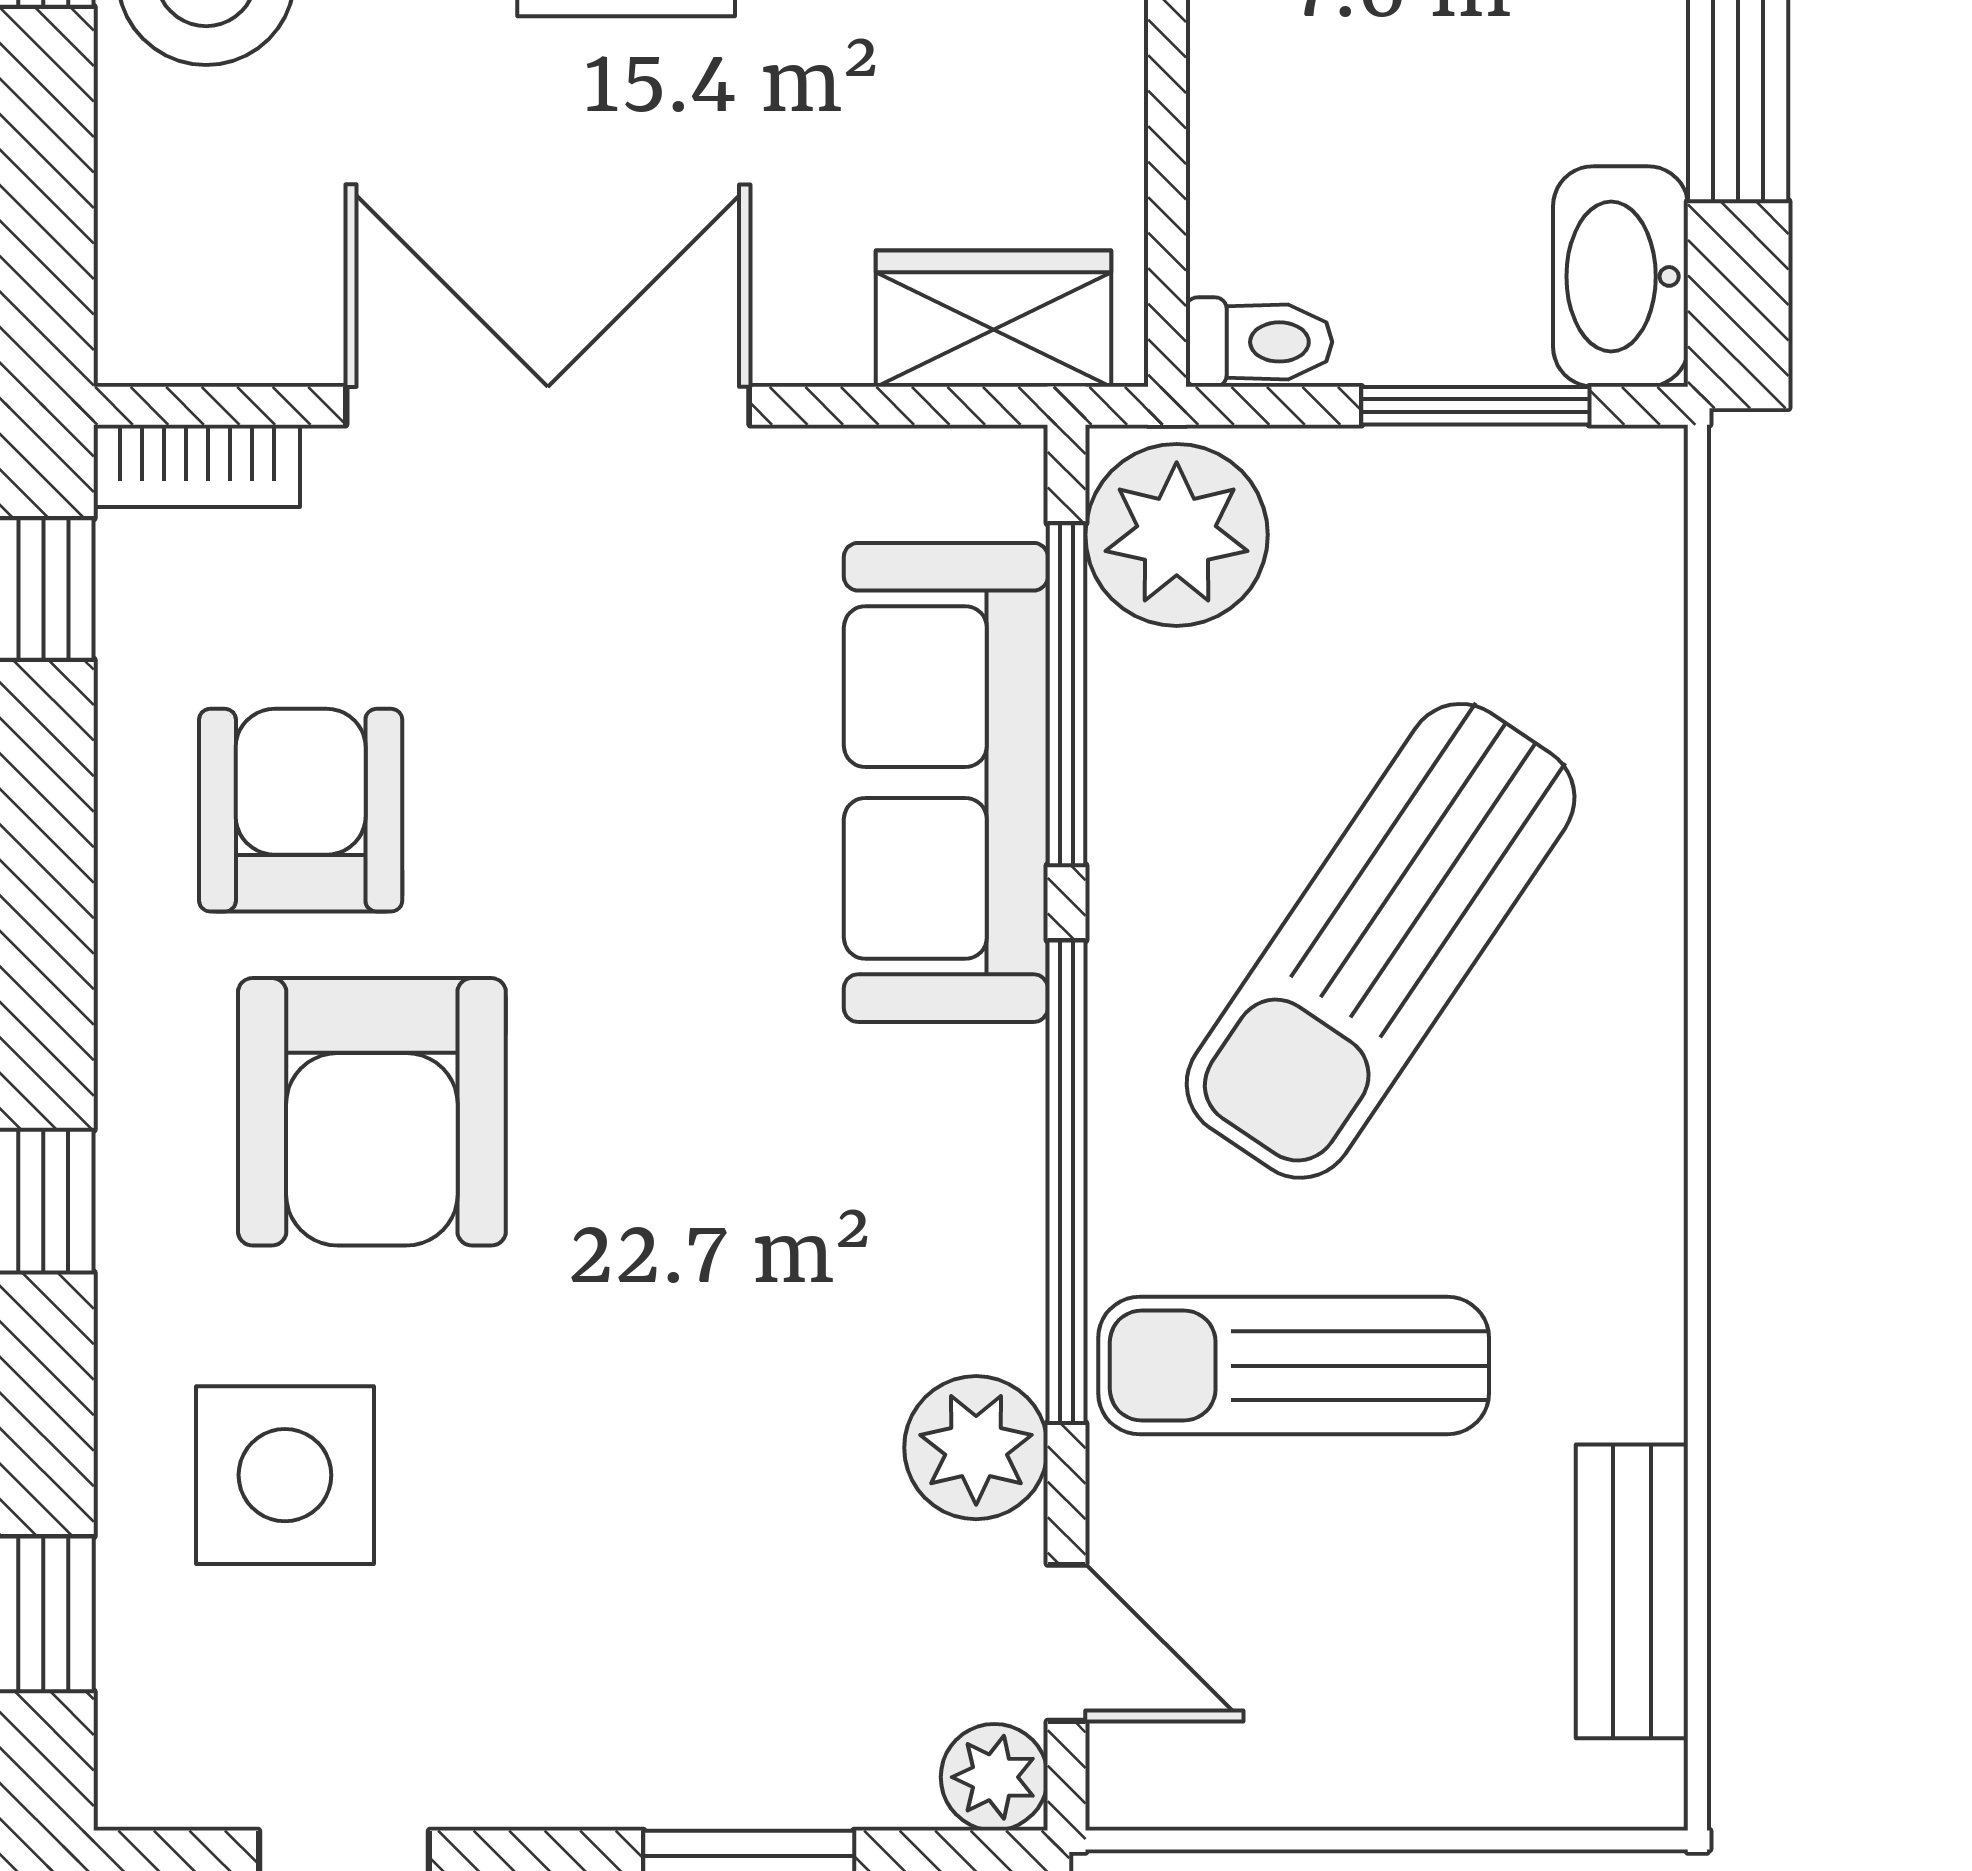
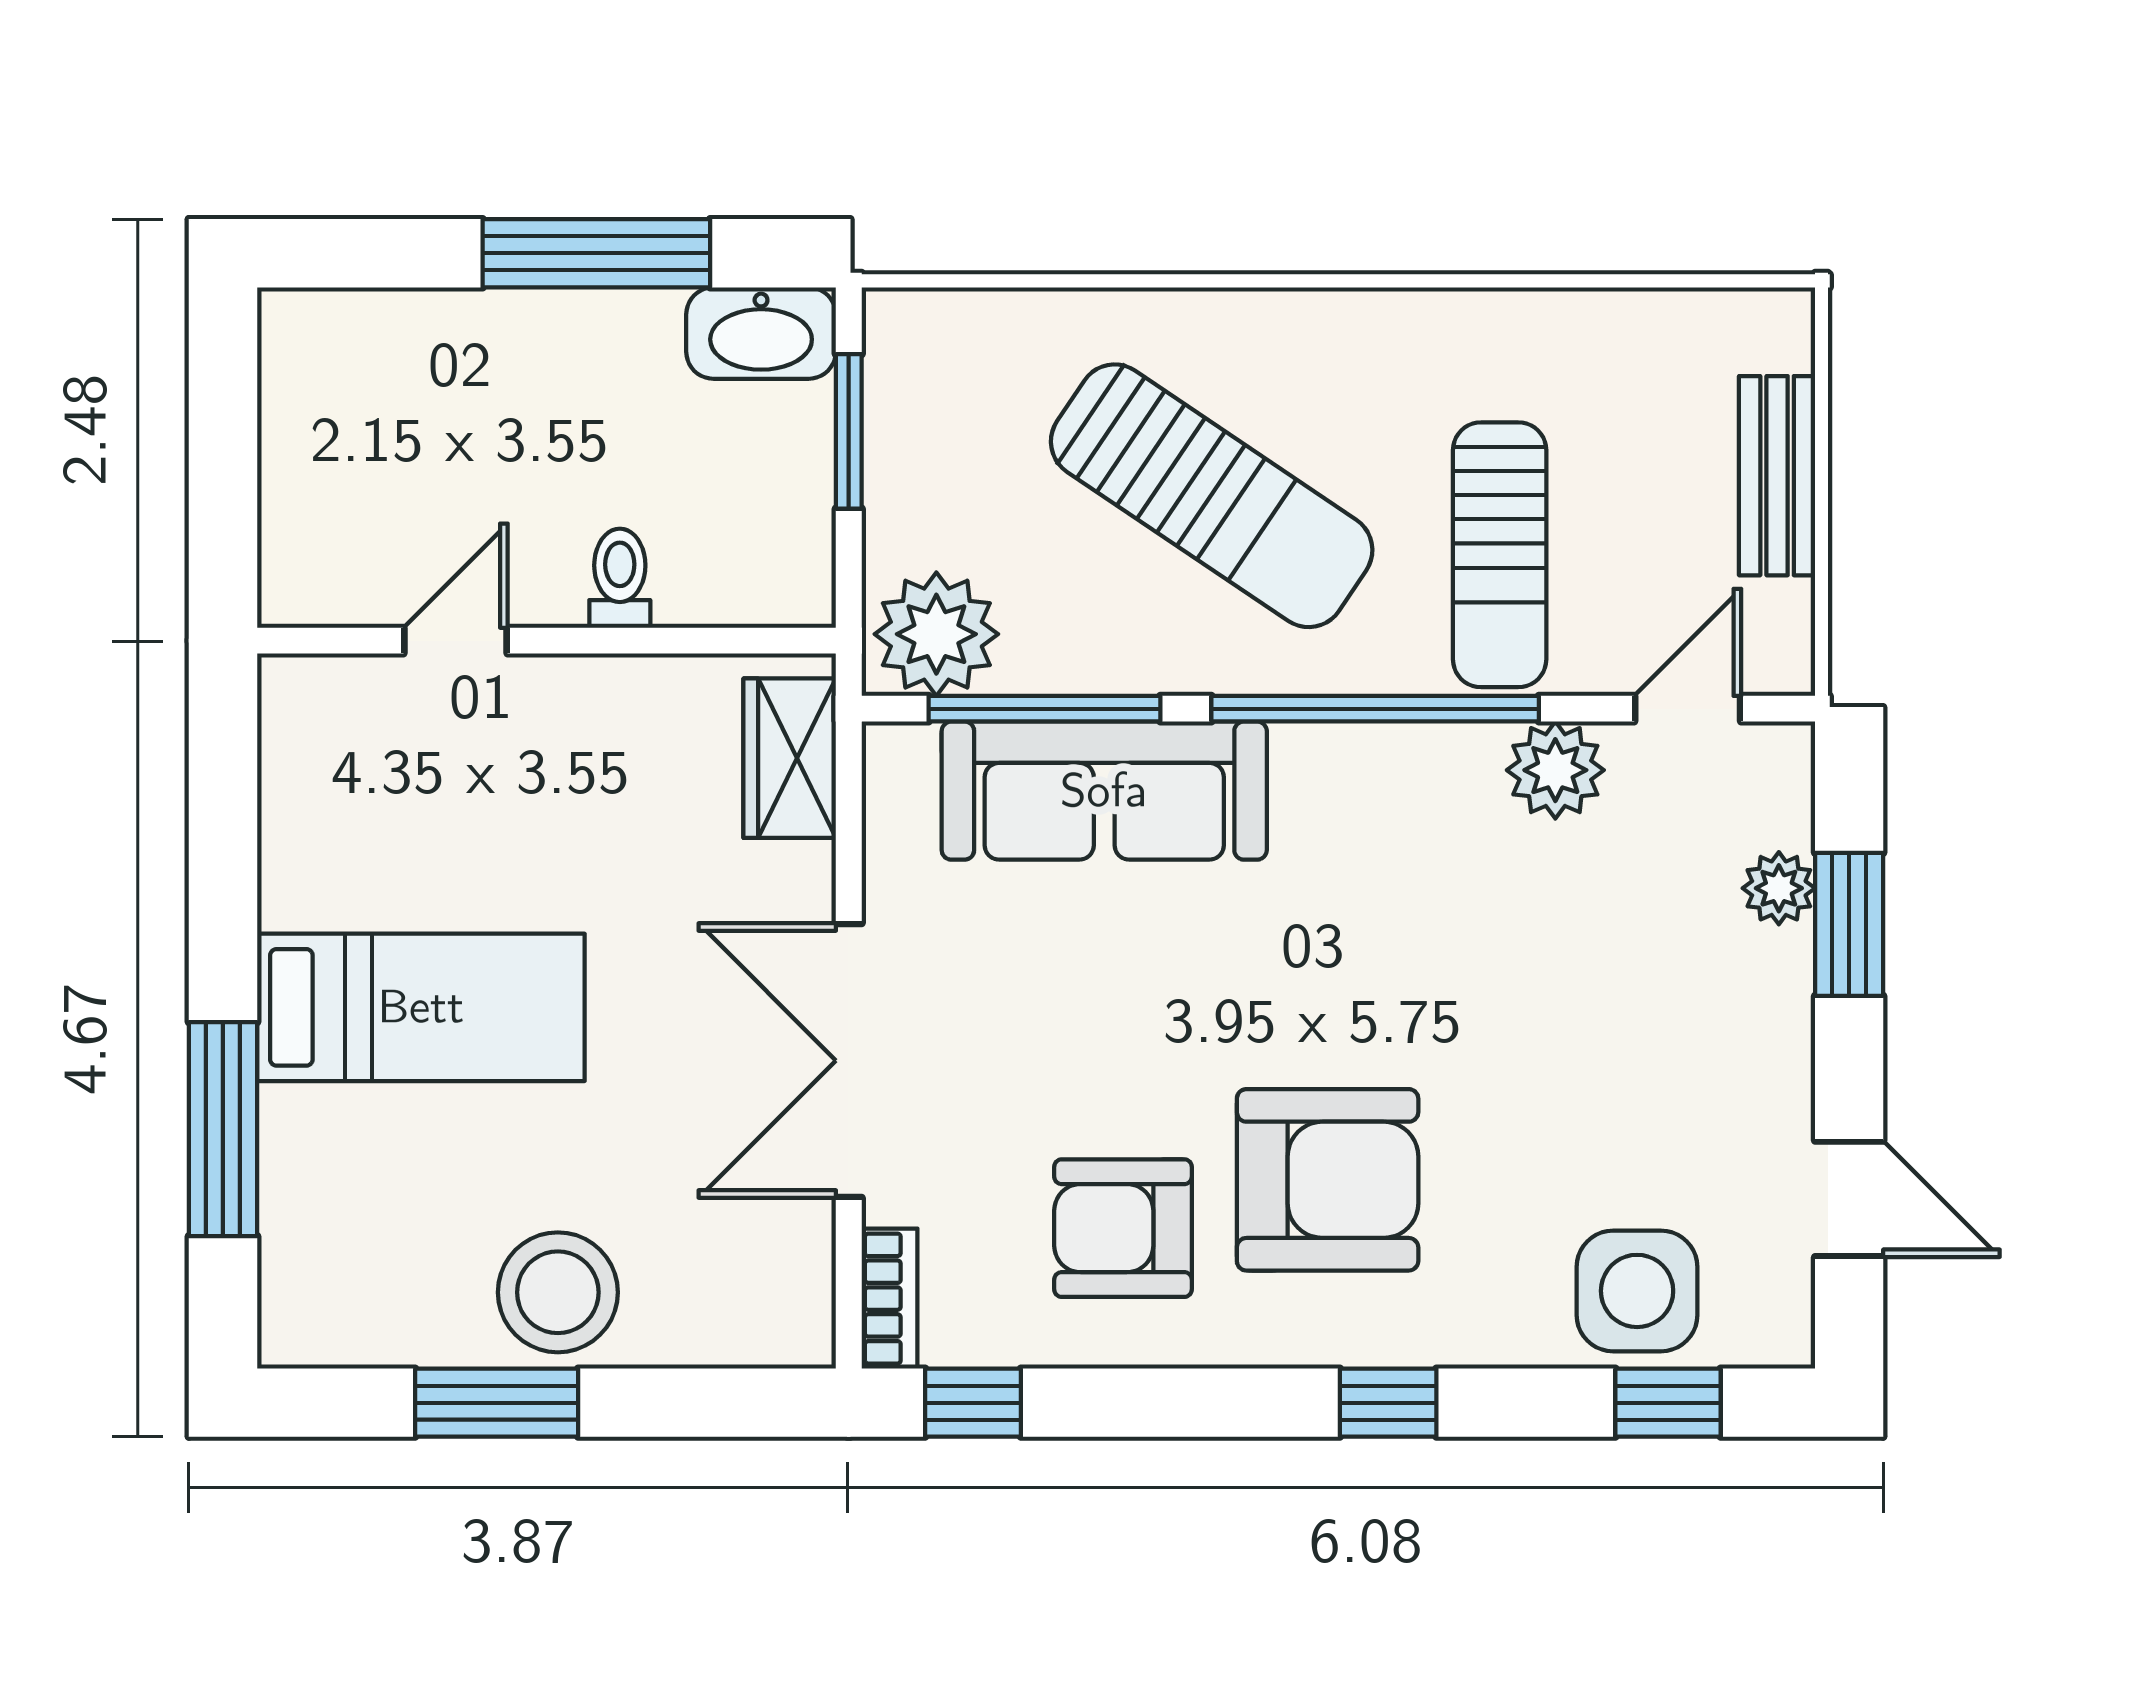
toilet: (1259, 342) -> (620, 578), moved
side table: (285, 1475) -> (1637, 1291), moved
bench: (1632, 1591) -> (1777, 476), moved, turned 90
plant: (994, 1777) -> (1779, 888), moved

